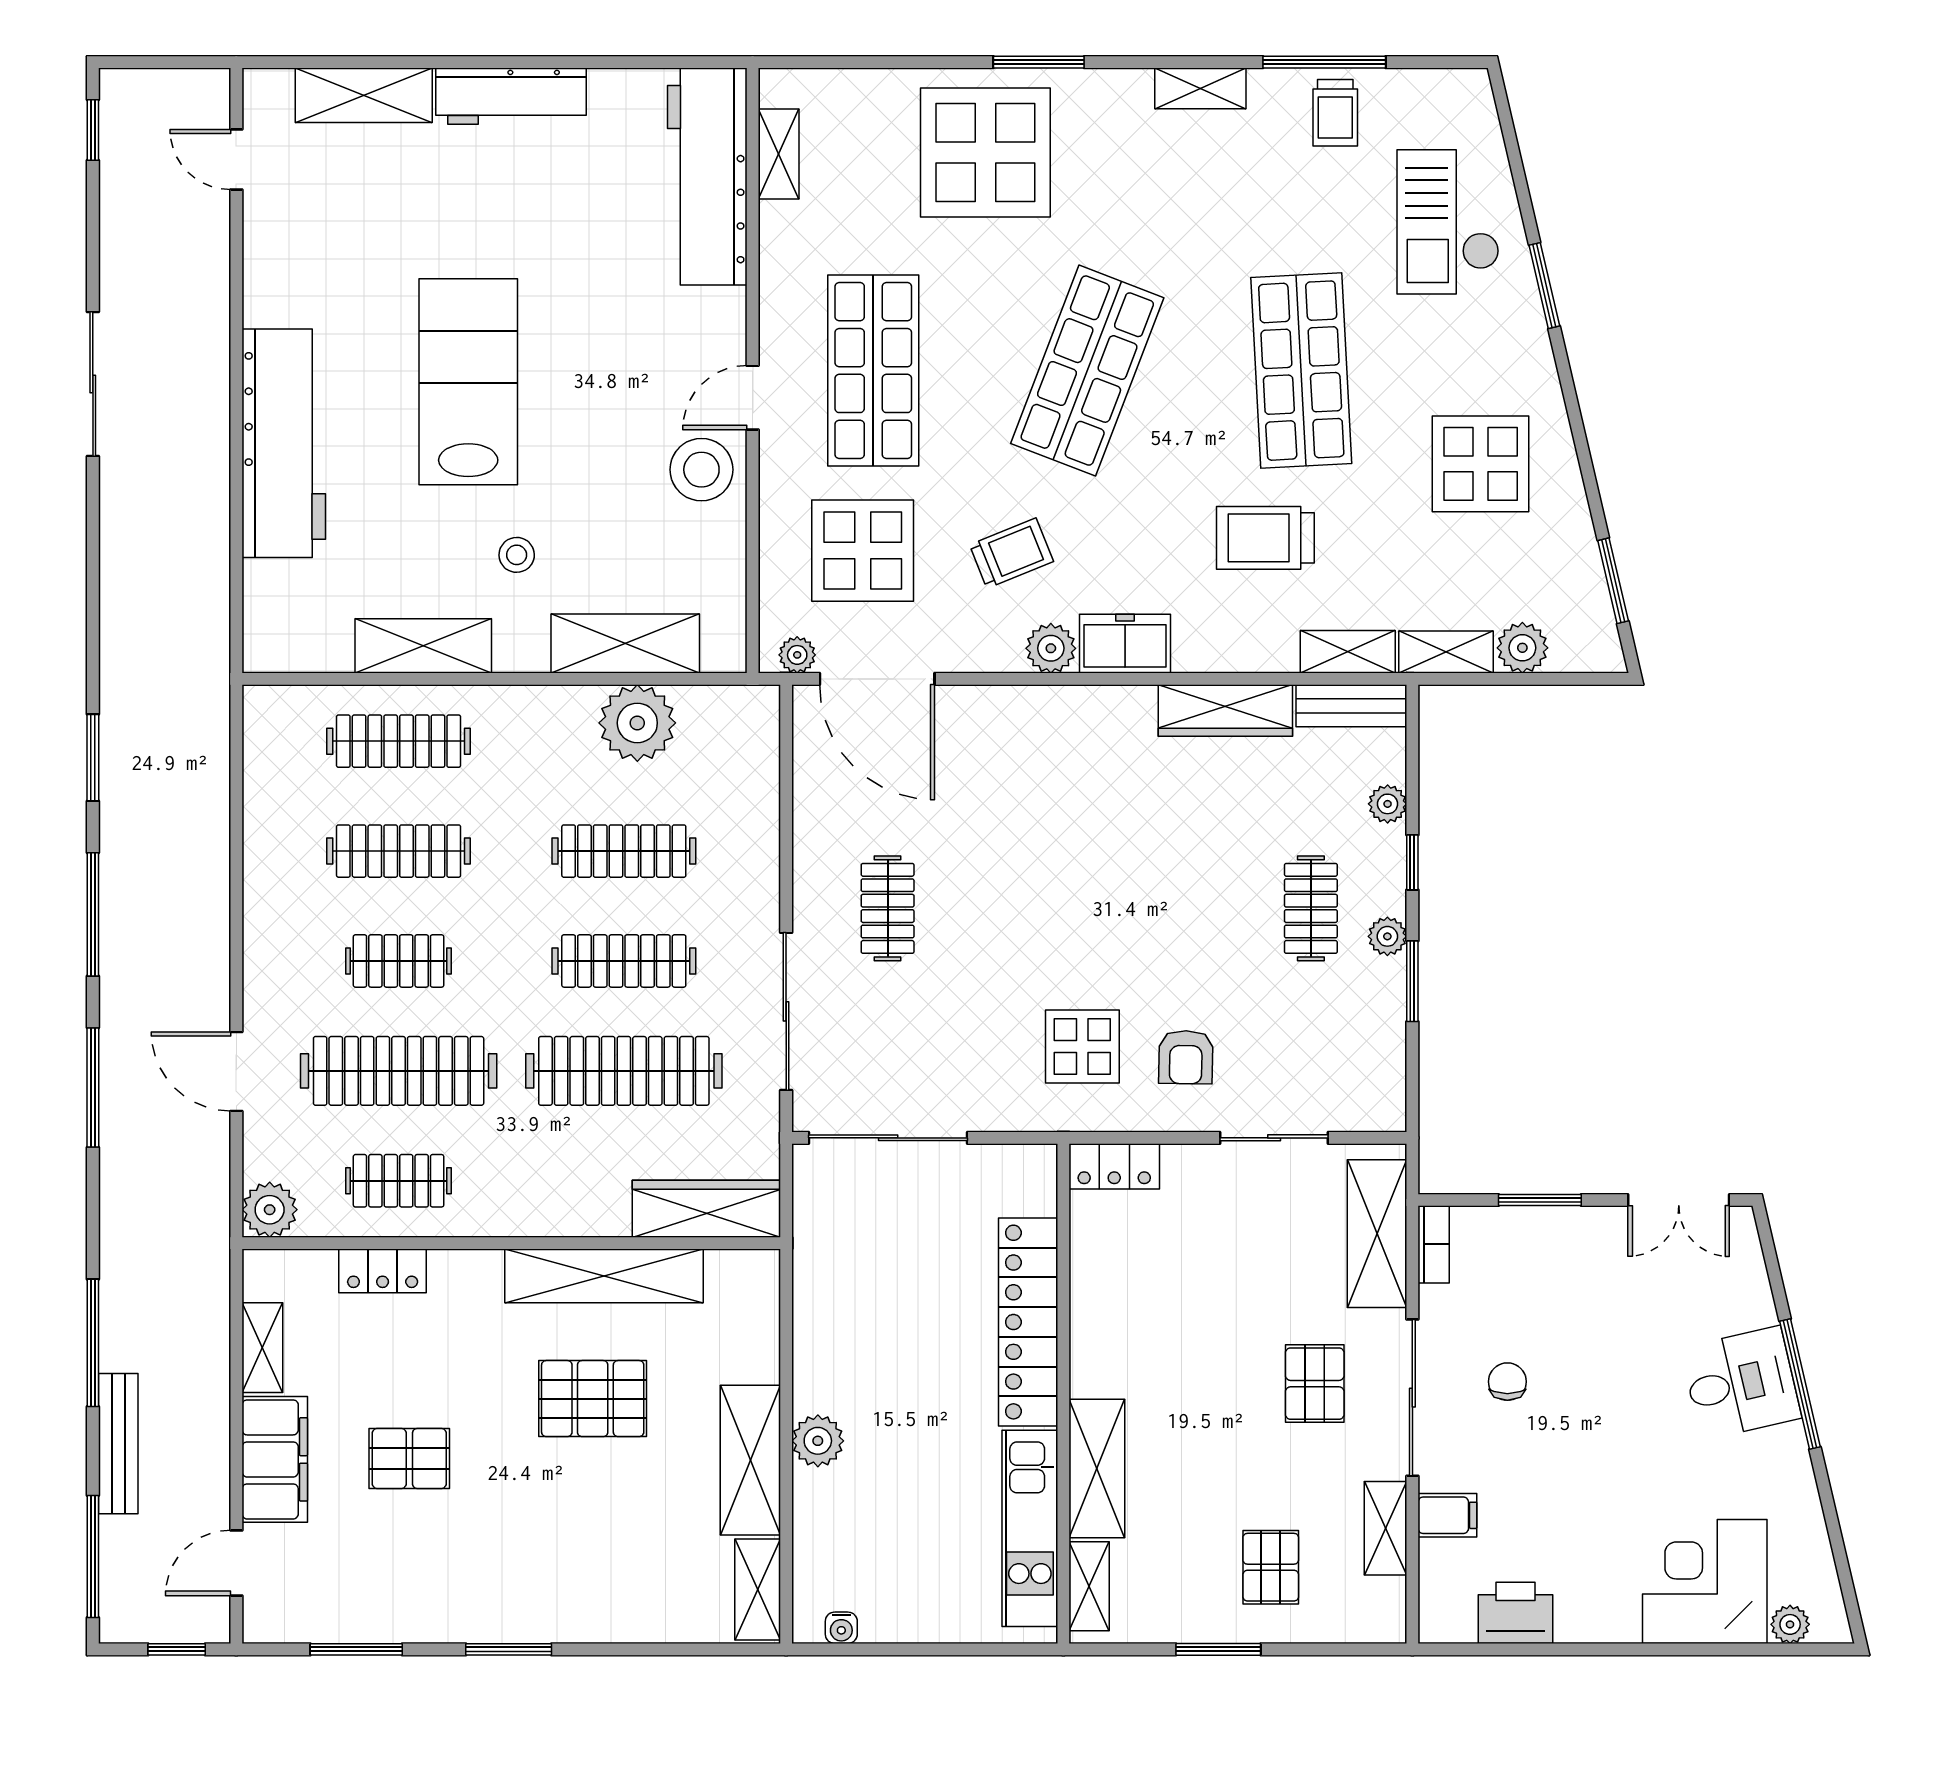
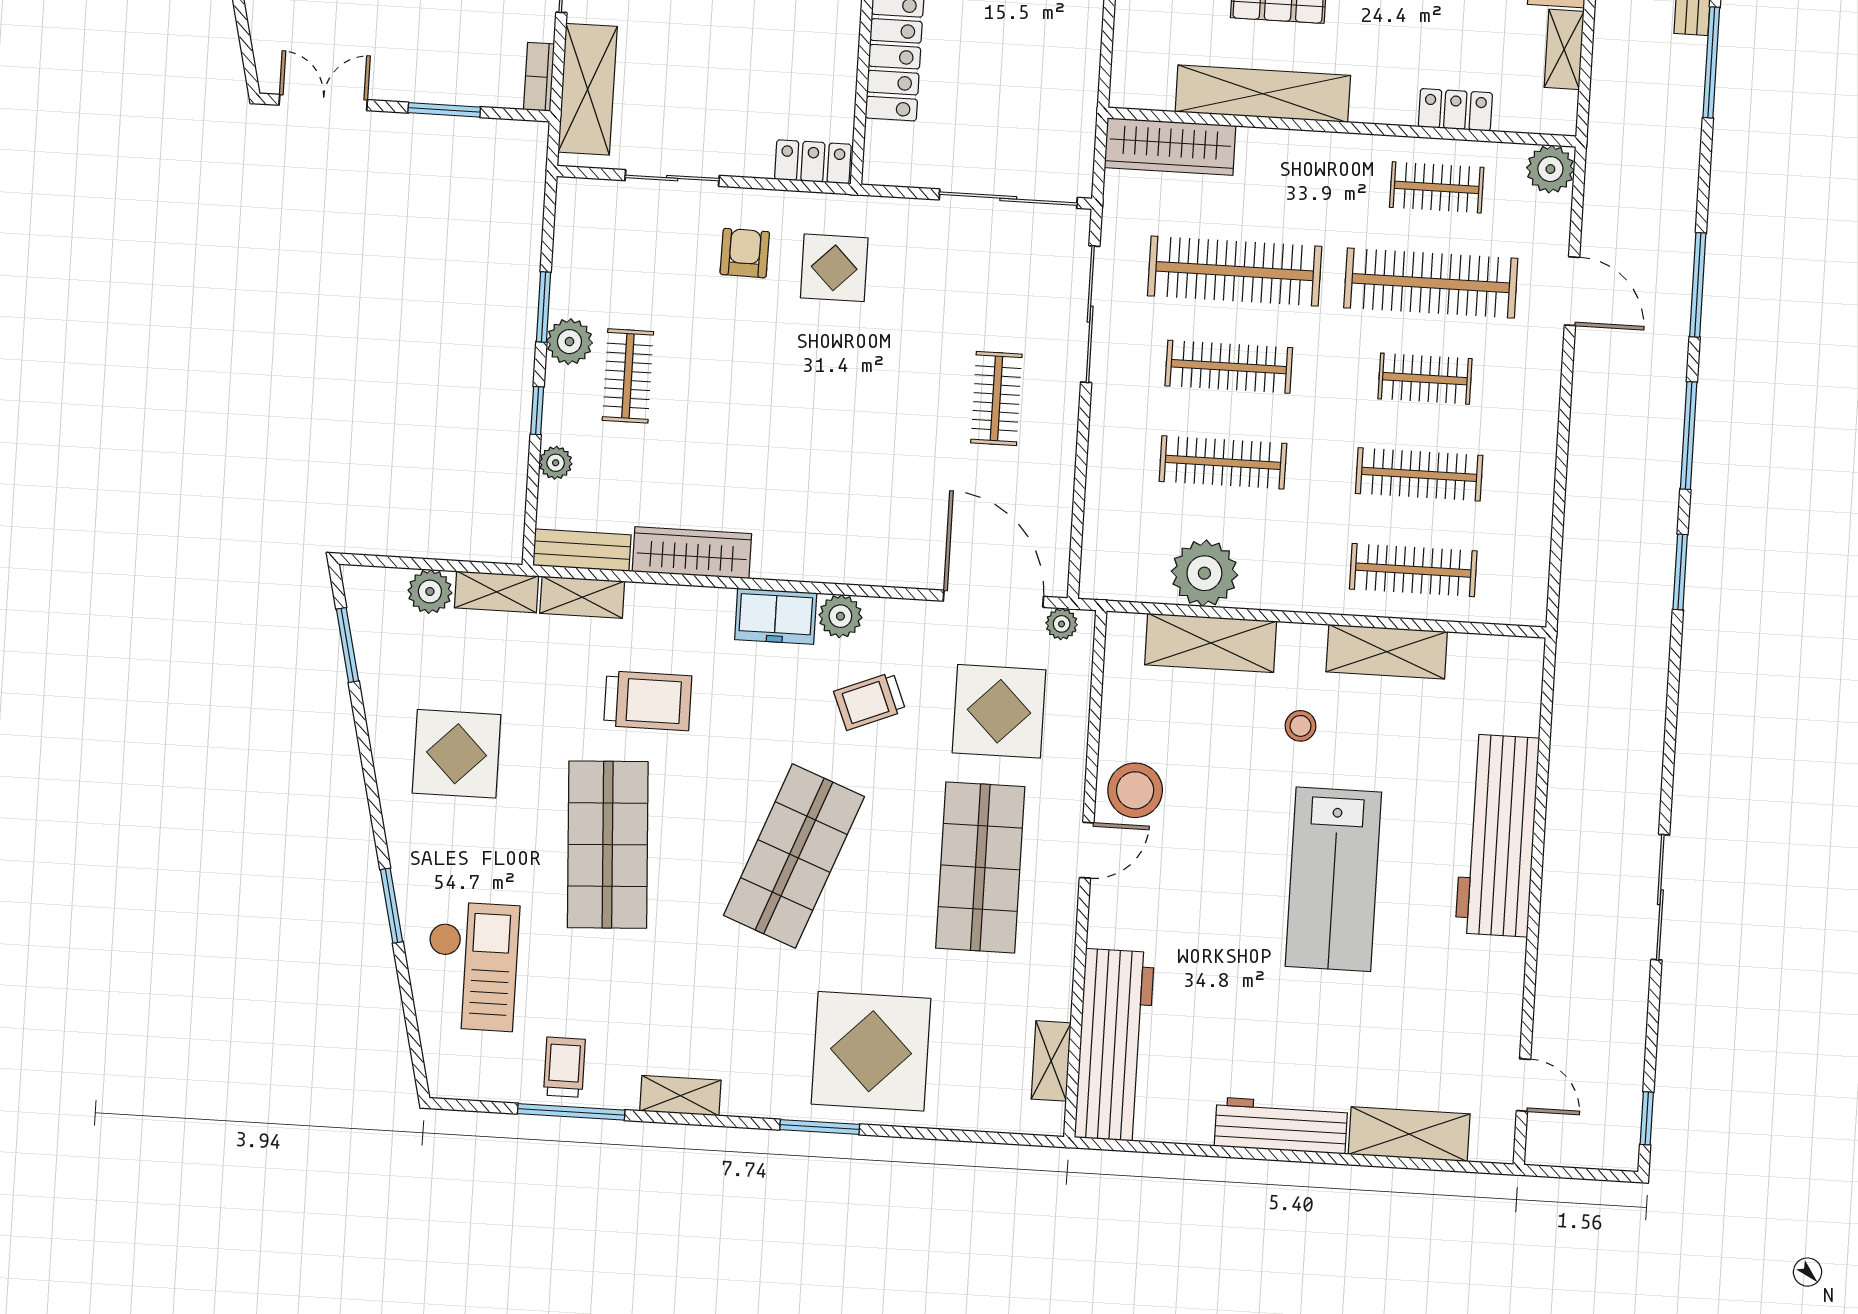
plant: (1387, 936) -> (569, 342), width x1.38, depth x1.38

